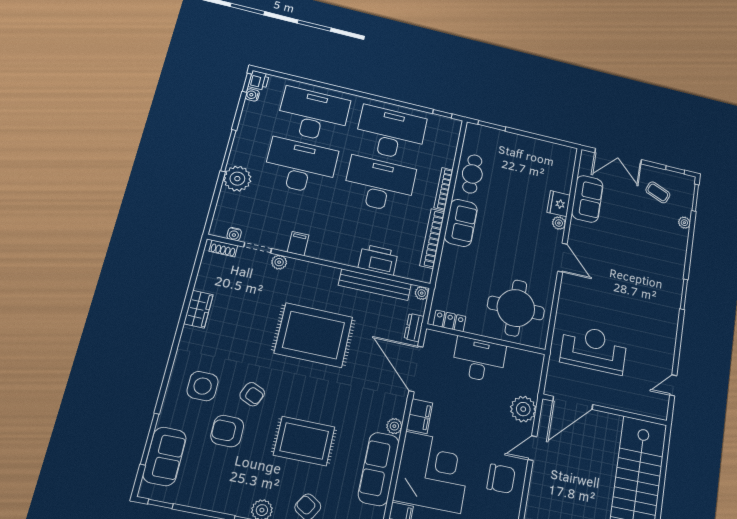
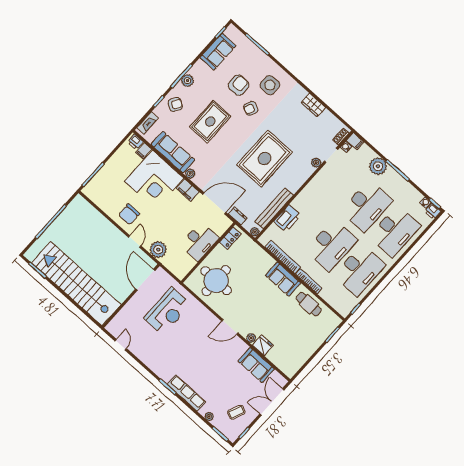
filing cabinet: (298, 244) -> (355, 141), moved
row of seats: (676, 266) -> (186, 393), added
sofa: (165, 456) -> (218, 52), moved, turned -90

